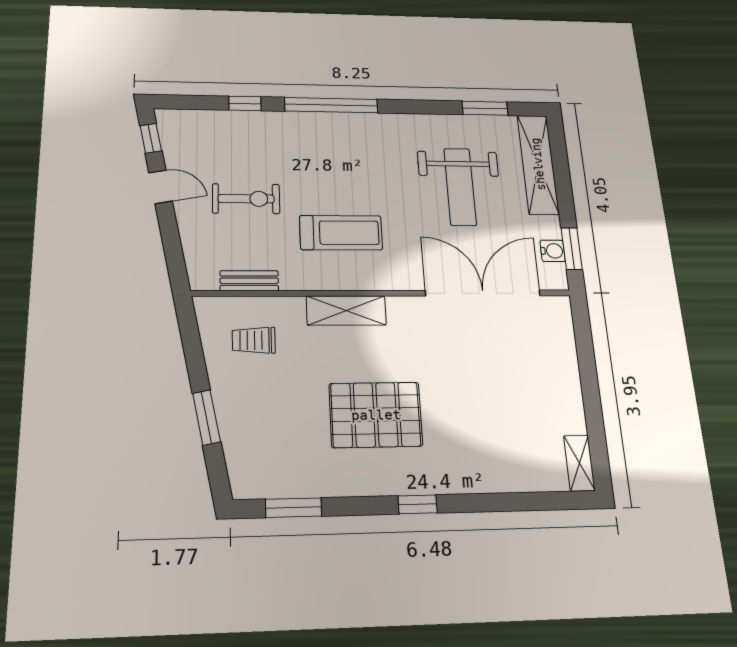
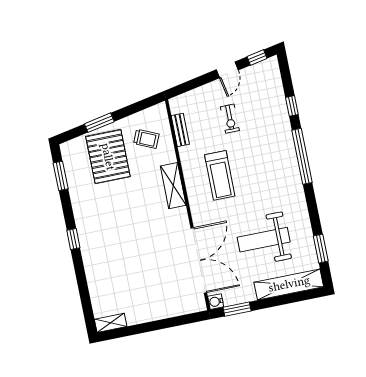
exercise bike: (246, 199) -> (230, 119), width x0.73, depth x0.72
water cooler: (553, 251) -> (216, 302), moved, turned 90
trolley: (254, 340) -> (146, 139), turned 114
pallet: (376, 415) -> (108, 157), moved

